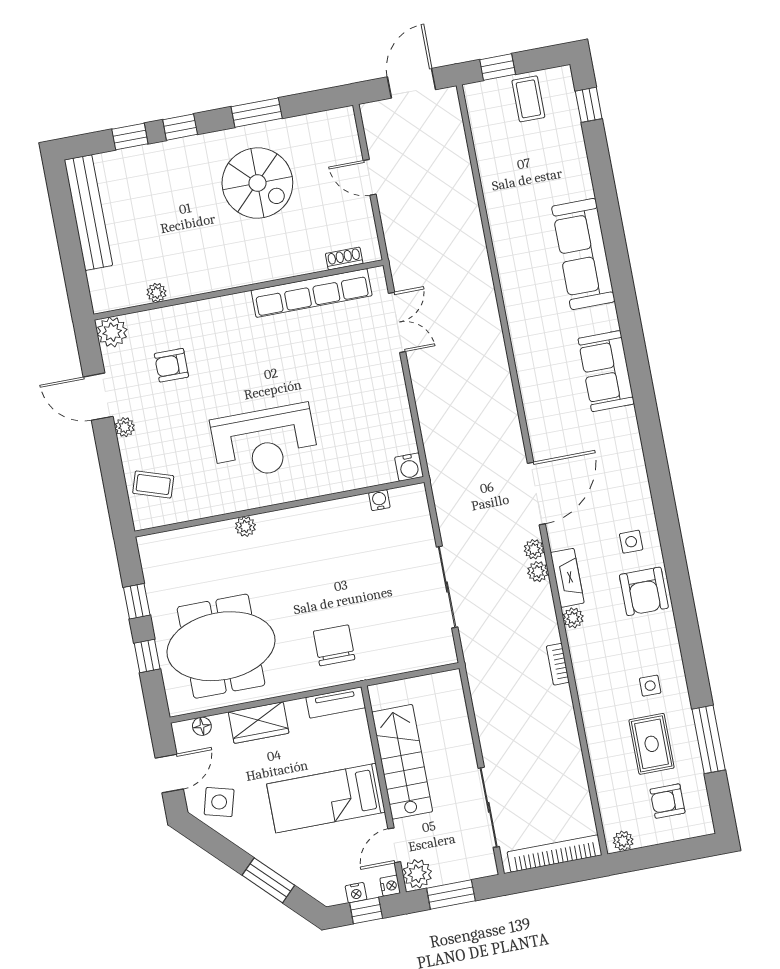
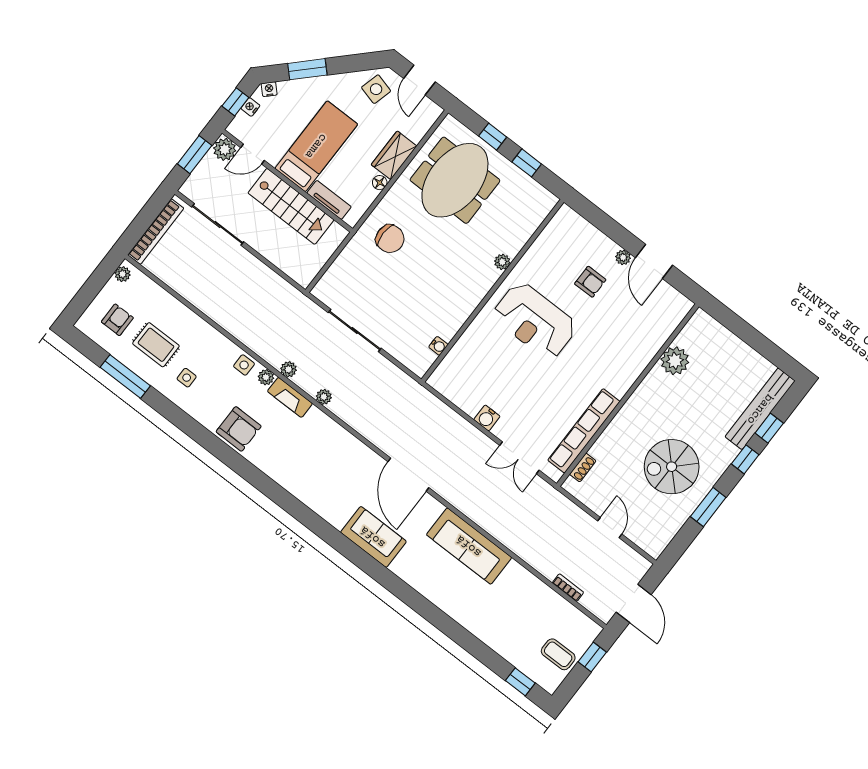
door: (370, 177) -> (610, 528), hinge flipped
bench: (88, 213) -> (760, 409), moved, turned 90
sofa: (583, 254) -> (469, 546), moved, turned 180
plant: (157, 293) -> (675, 361), width x1.87, depth x1.87
plant: (112, 332) -> (679, 306), removed
armchair: (171, 365) -> (590, 282), moved, turned 90
door: (98, 397) -> (654, 261), swing flipped
reception desk: (265, 442) -> (535, 321), turned -90
water cooler: (409, 467) -> (487, 418), moved, turned -90
coffee table: (153, 484) -> (577, 239), removed
door: (536, 493) -> (408, 475), moved
side table: (631, 542) -> (244, 365), moved
plant: (538, 572) -> (289, 369), moved
armchair: (644, 591) -> (239, 429), turned 180
bookcase: (558, 664) -> (568, 588), moved
tv unit: (336, 703) -> (329, 200), moved, turned 90
floor lamp: (202, 726) -> (380, 183), moved
door: (394, 845) -> (253, 154), swing flipped
nightstand: (390, 886) -> (269, 89), moved, turned 135

